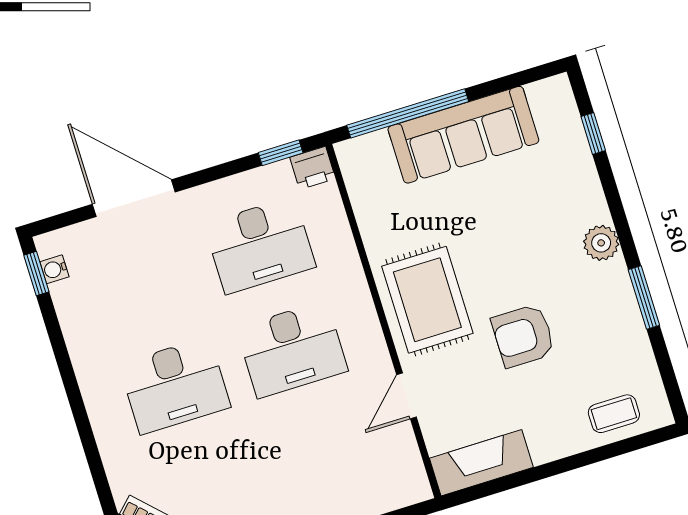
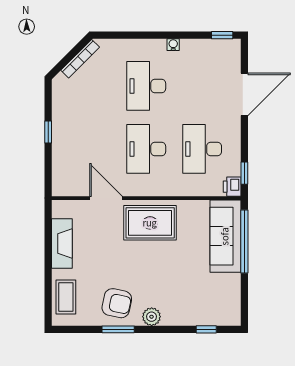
sofa: (463, 135) -> (225, 236), moved
water cooler: (54, 269) -> (173, 45), moved
armchair: (523, 336) -> (117, 303), moved, turned 102
door: (406, 396) -> (106, 198), width x1.38
coffee table: (614, 414) -> (66, 297), width x1.36, depth x1.30
fireplace: (481, 463) -> (62, 244), moved

